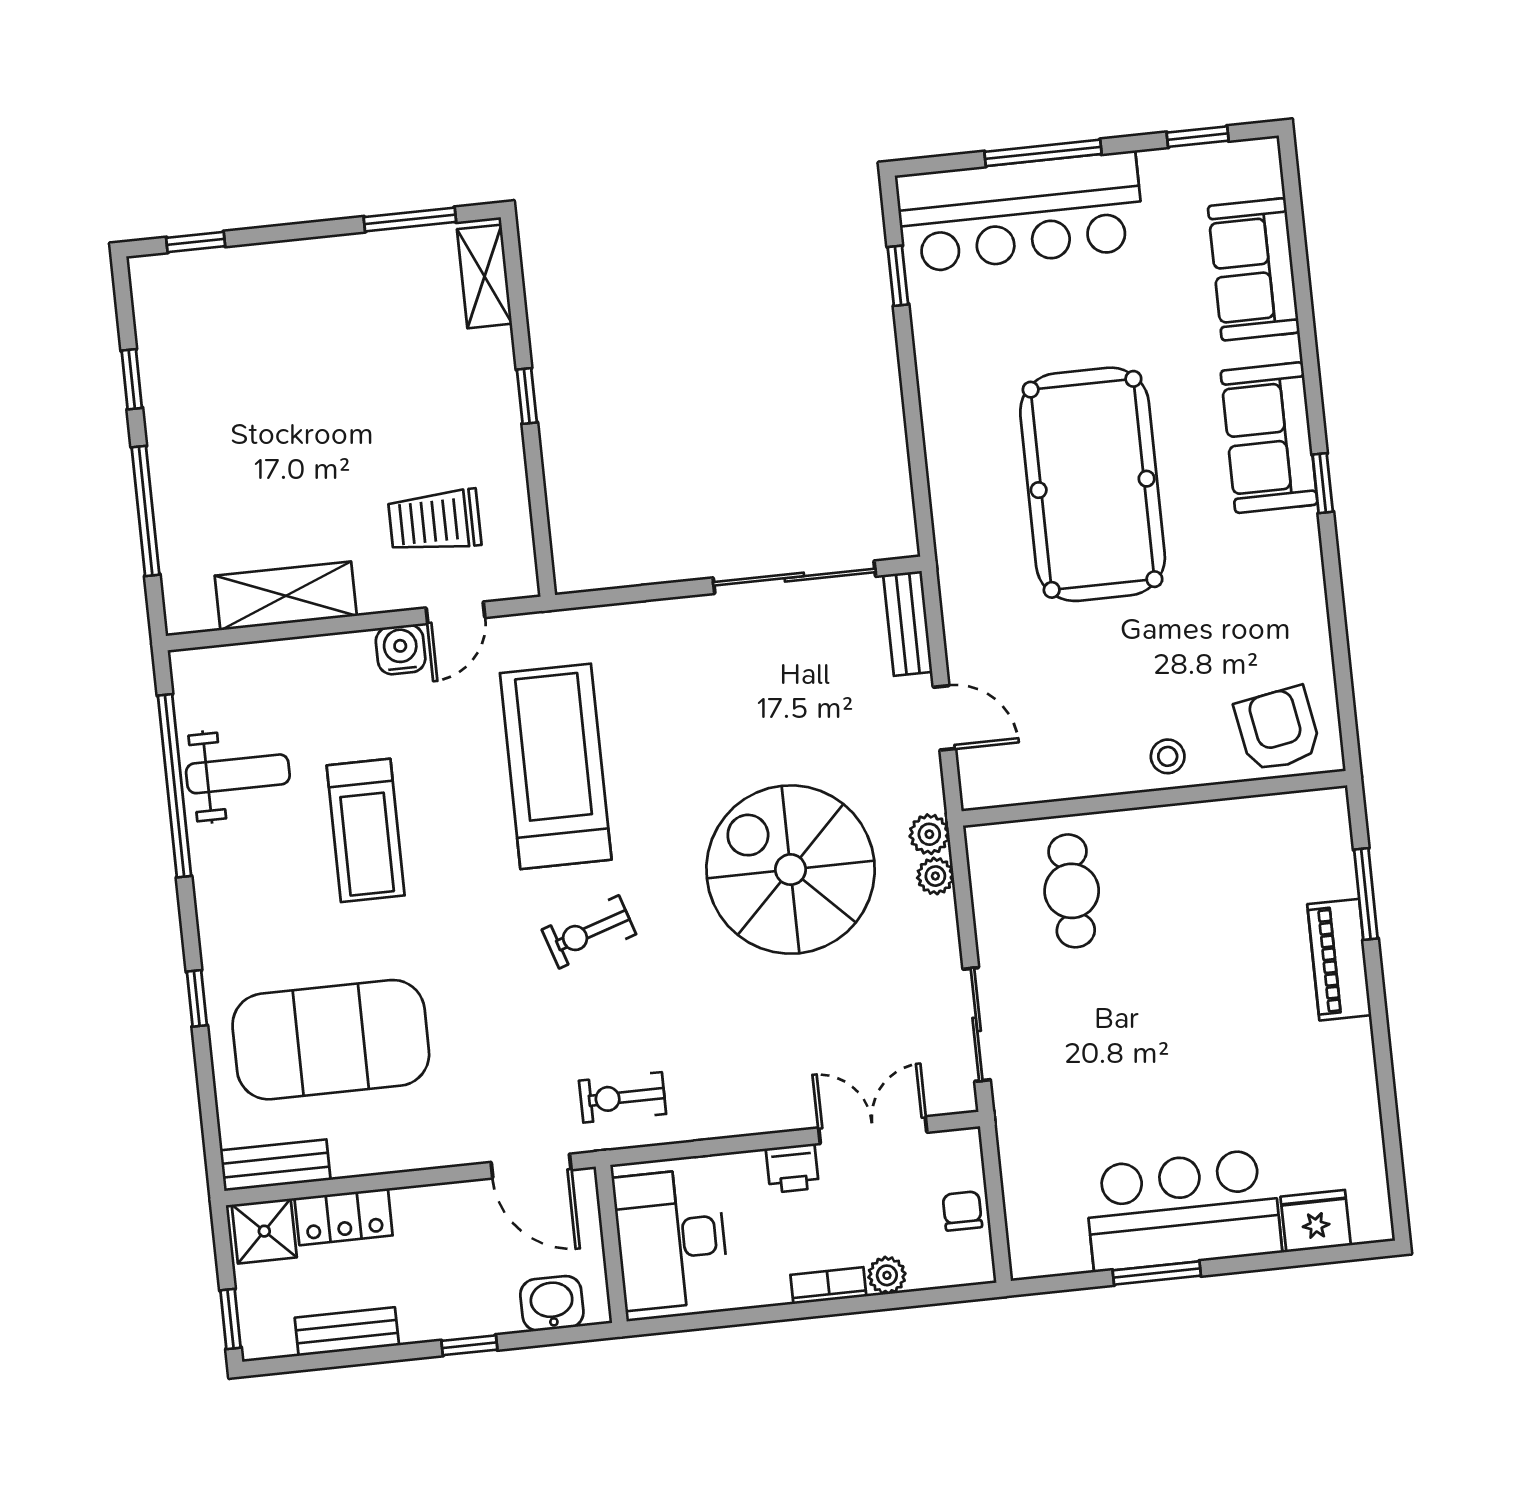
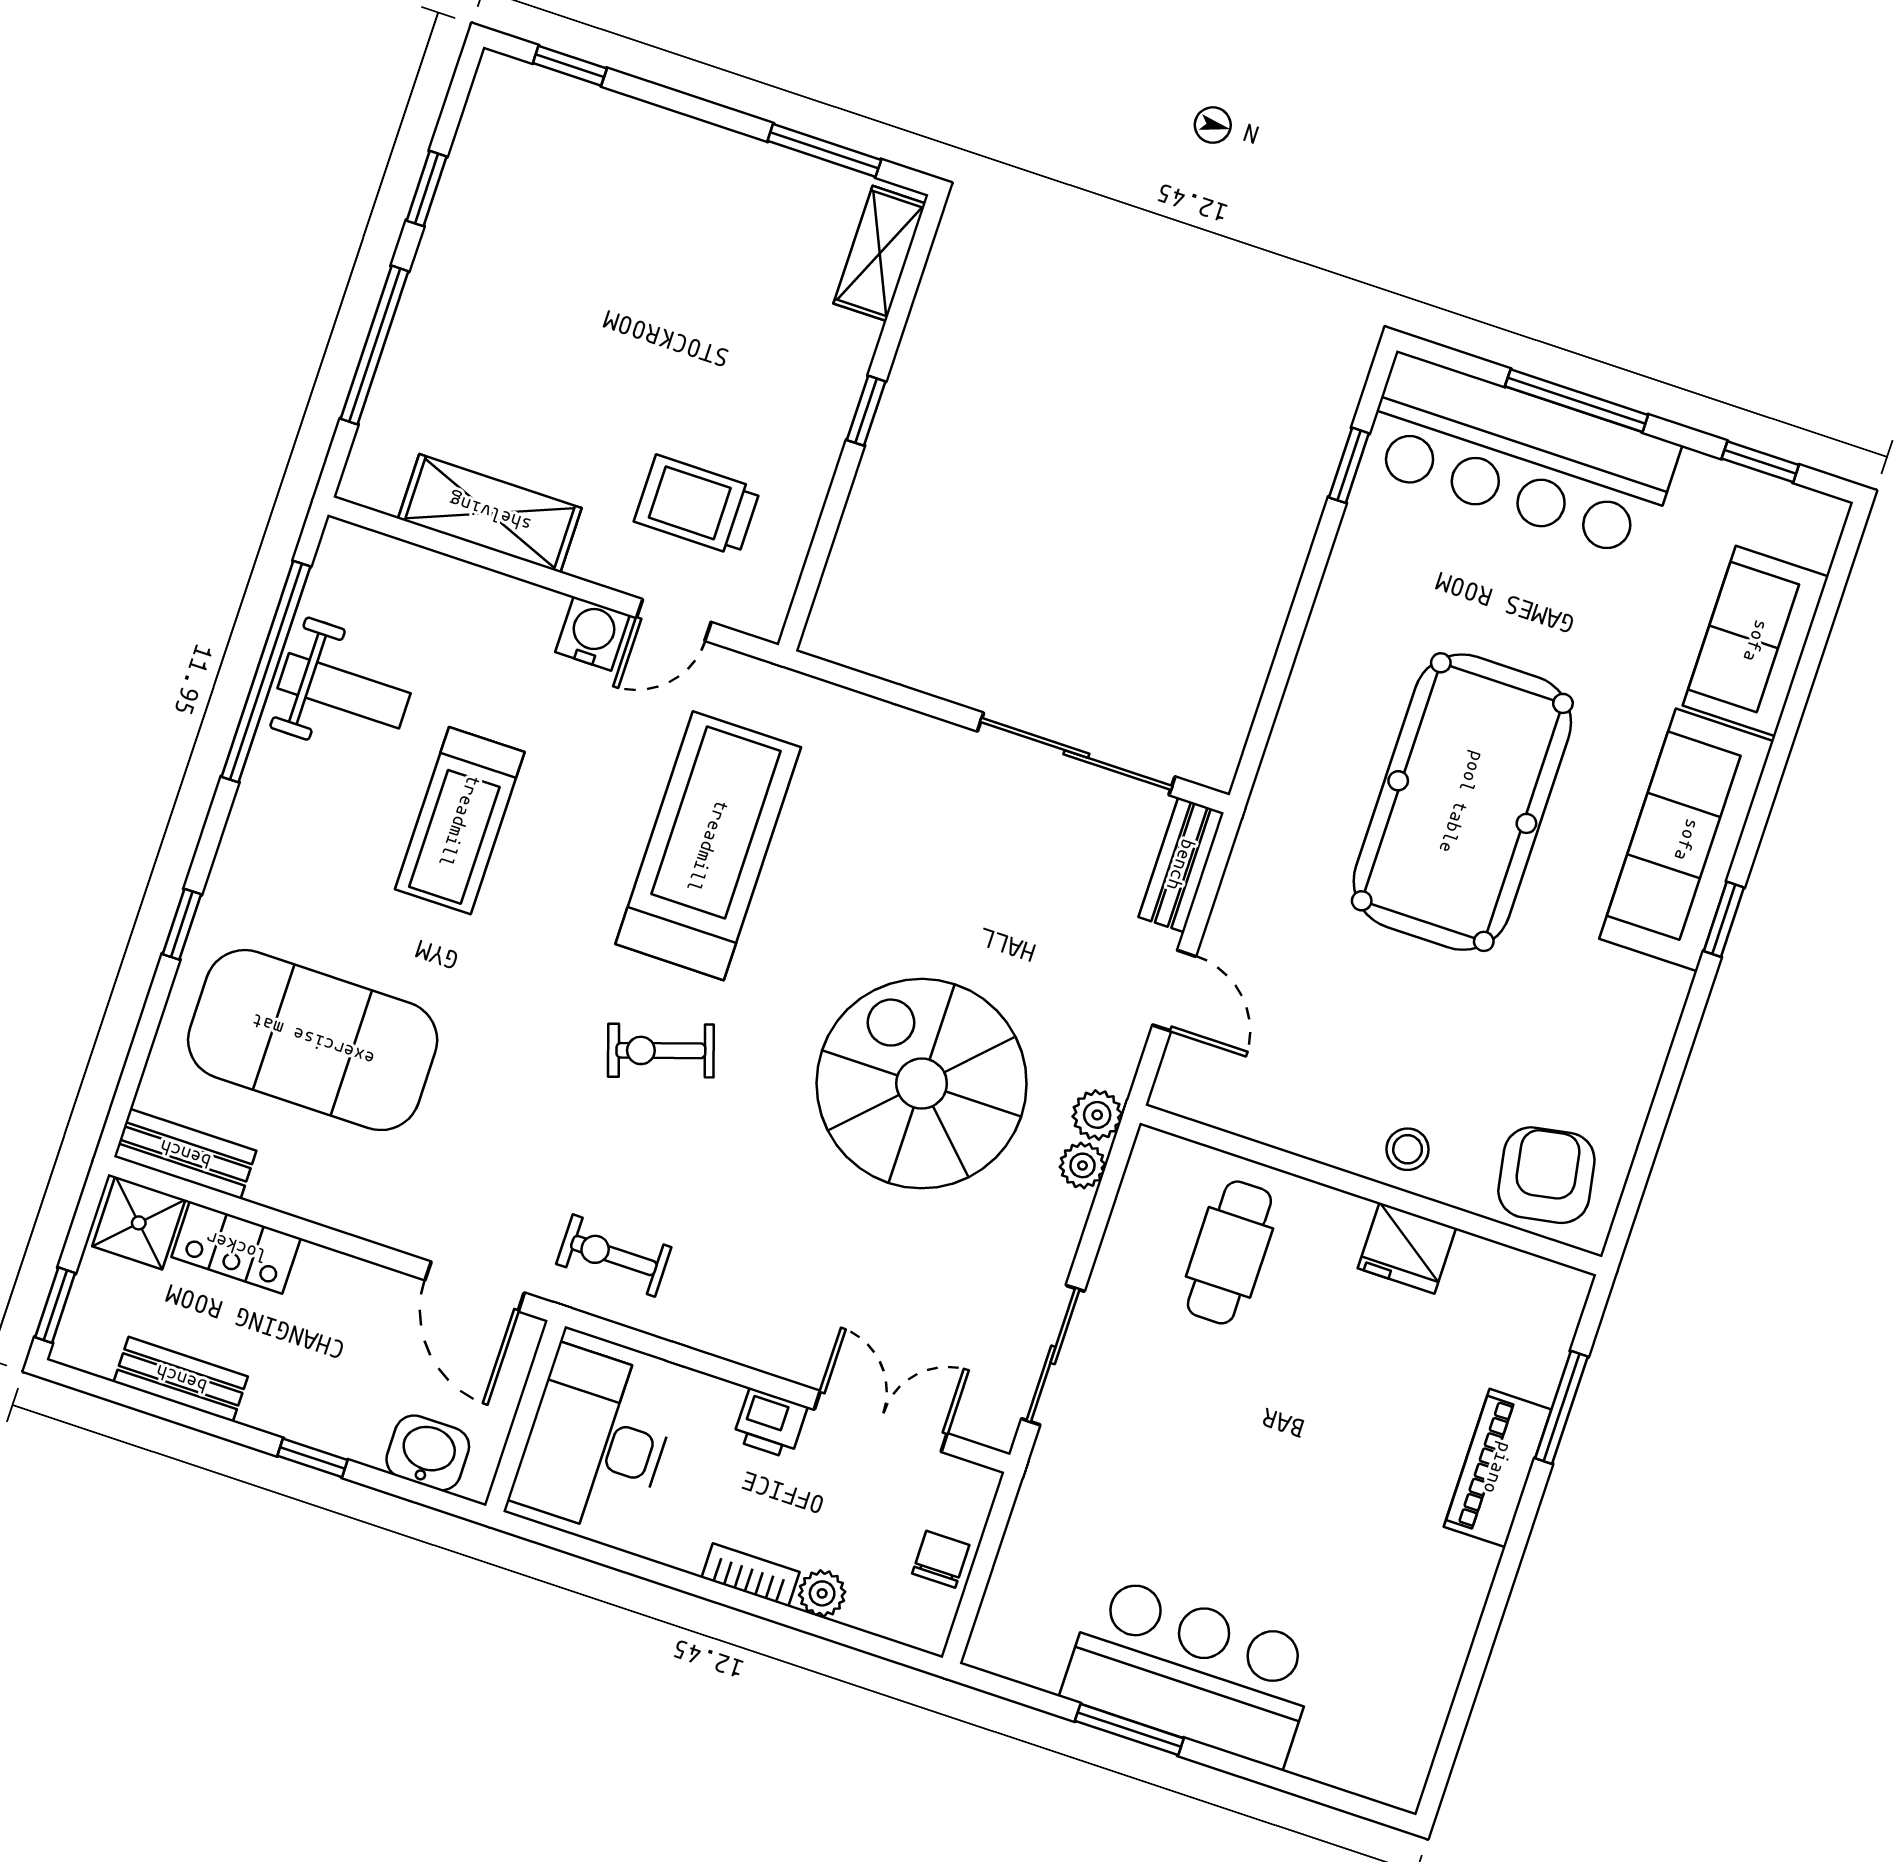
sofa: (1269, 438) -> (1687, 840), width x1.36
fridge: (1316, 1221) -> (1407, 1248), moved, turned 180

